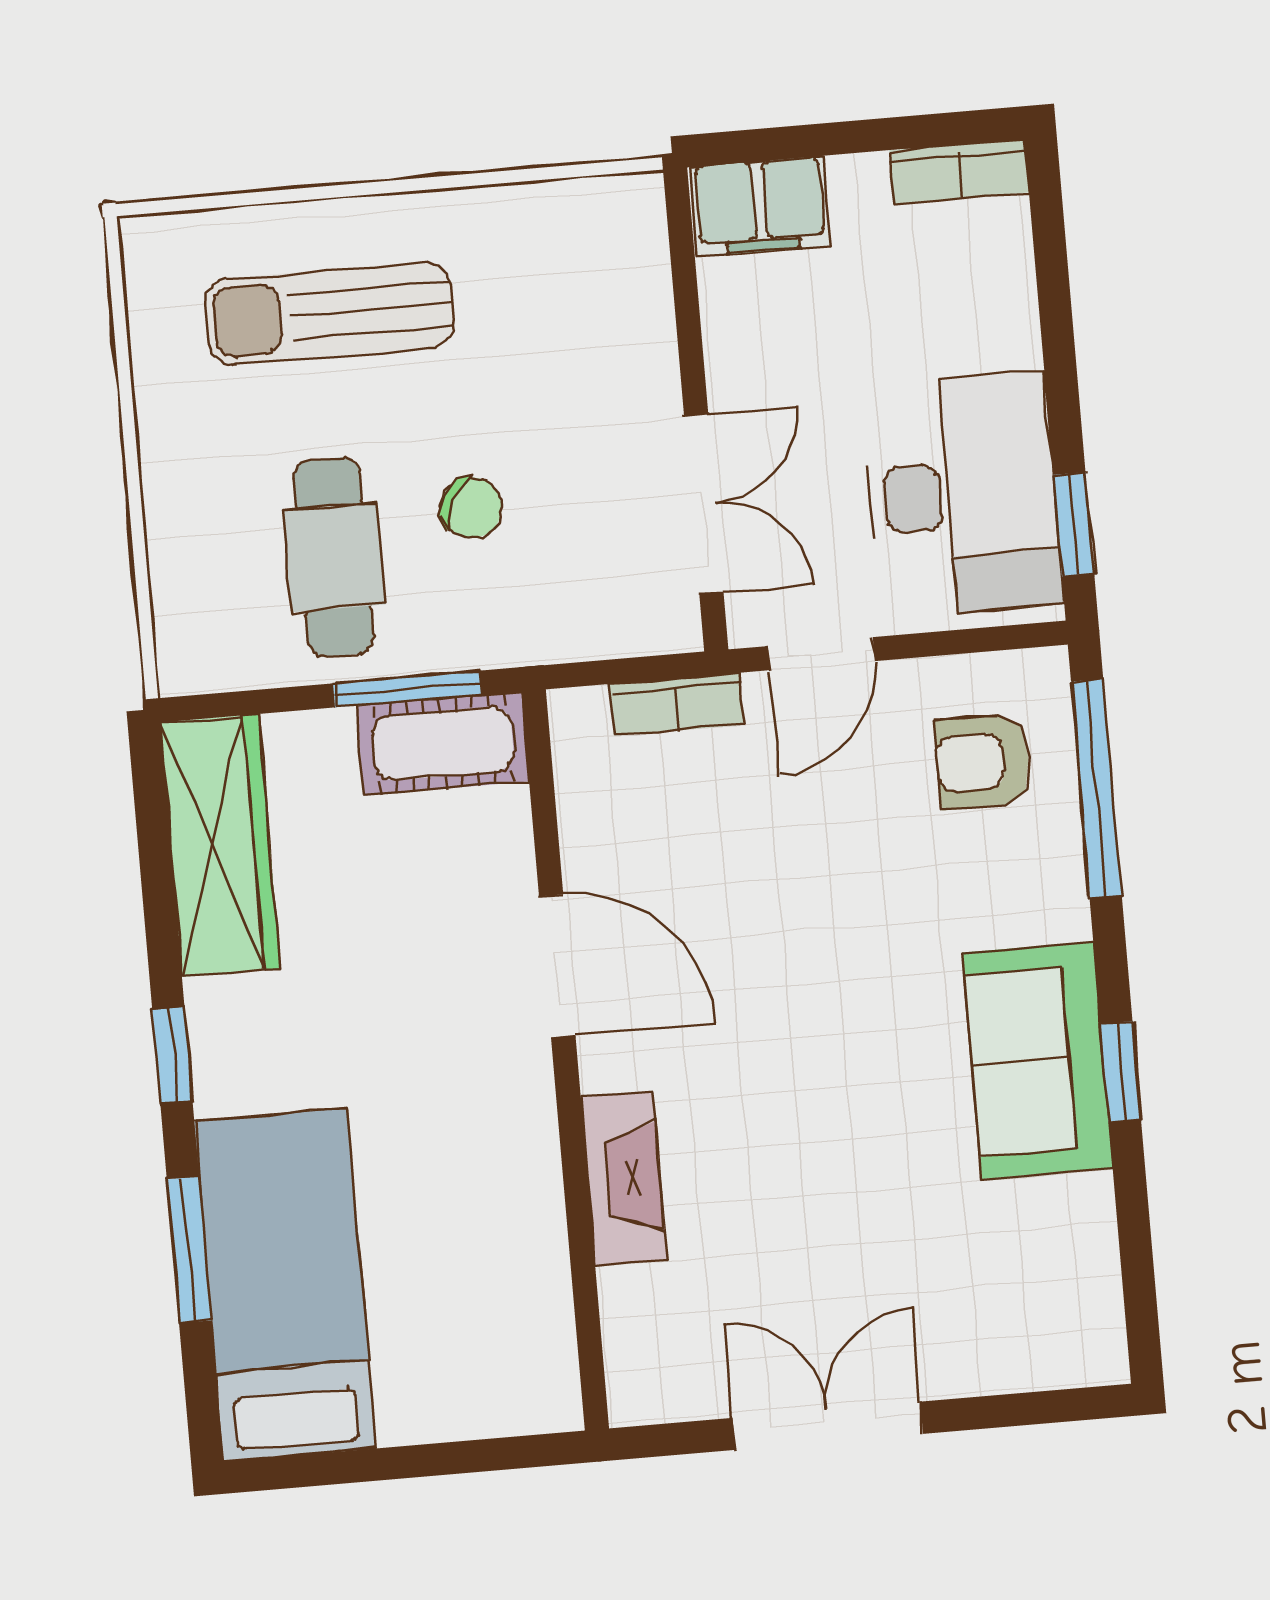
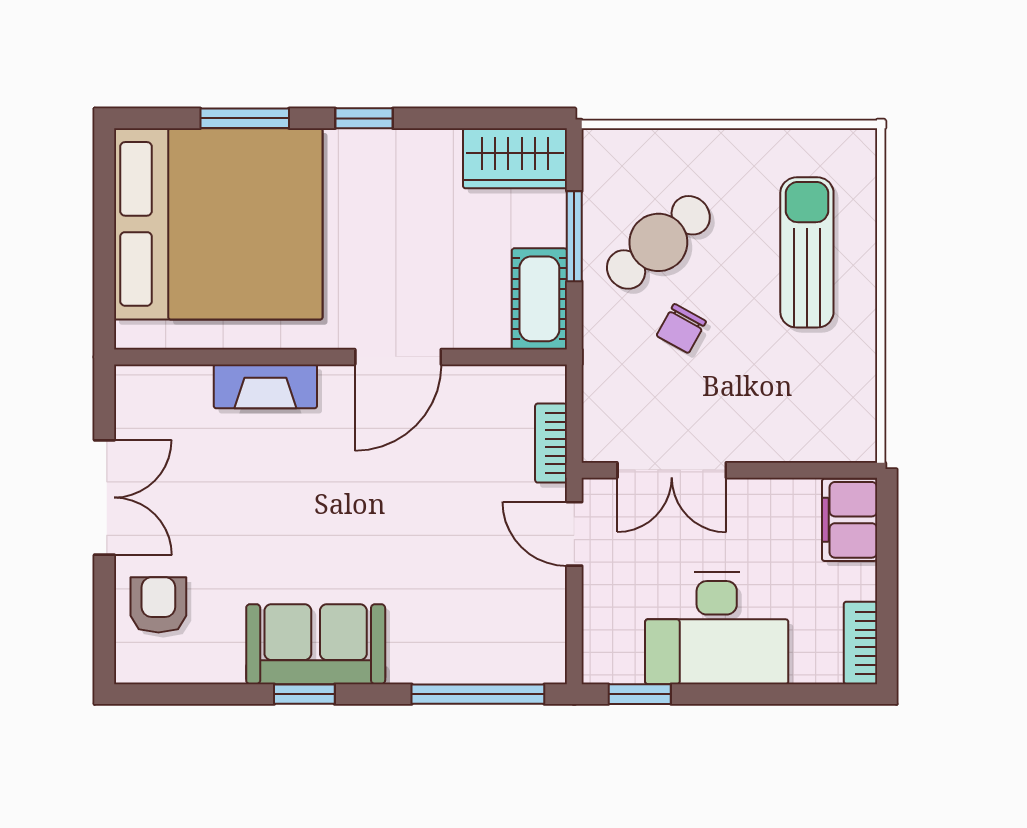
desk: (963, 495) -> (717, 628), moved
cafe table: (334, 557) -> (658, 242), turned -40
window: (408, 689) -> (574, 236), moved
armchair: (983, 761) -> (158, 605), moved
wardrobe: (220, 845) -> (515, 158), width x0.67
bed: (285, 1285) -> (218, 224), width x2.04

